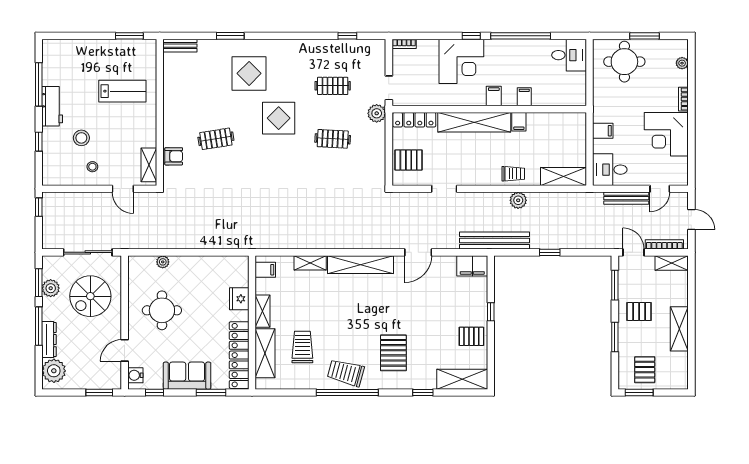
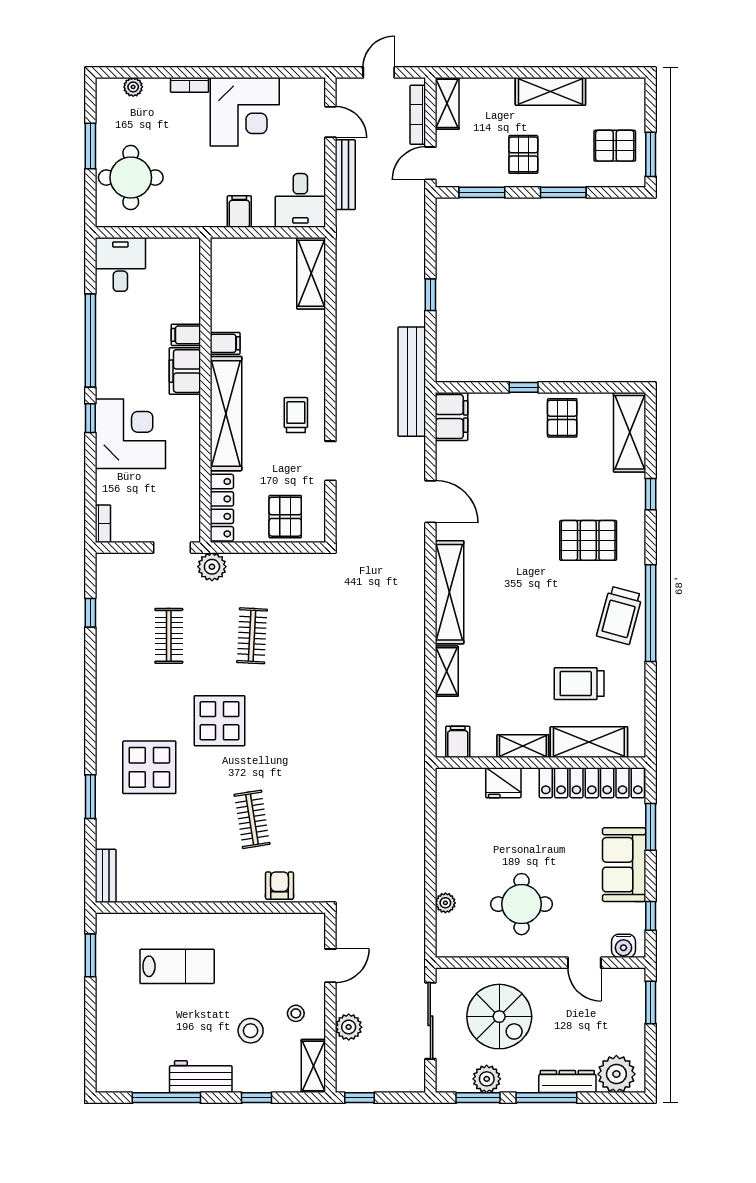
lab bench: (122, 91) -> (177, 966), turned 90
filing cabinet: (494, 96) -> (185, 371), width x2.00
shelving: (149, 165) -> (313, 1066), moved, turned 90
trolley: (513, 174) -> (296, 415), moved
plant: (518, 200) -> (349, 1027), moved

